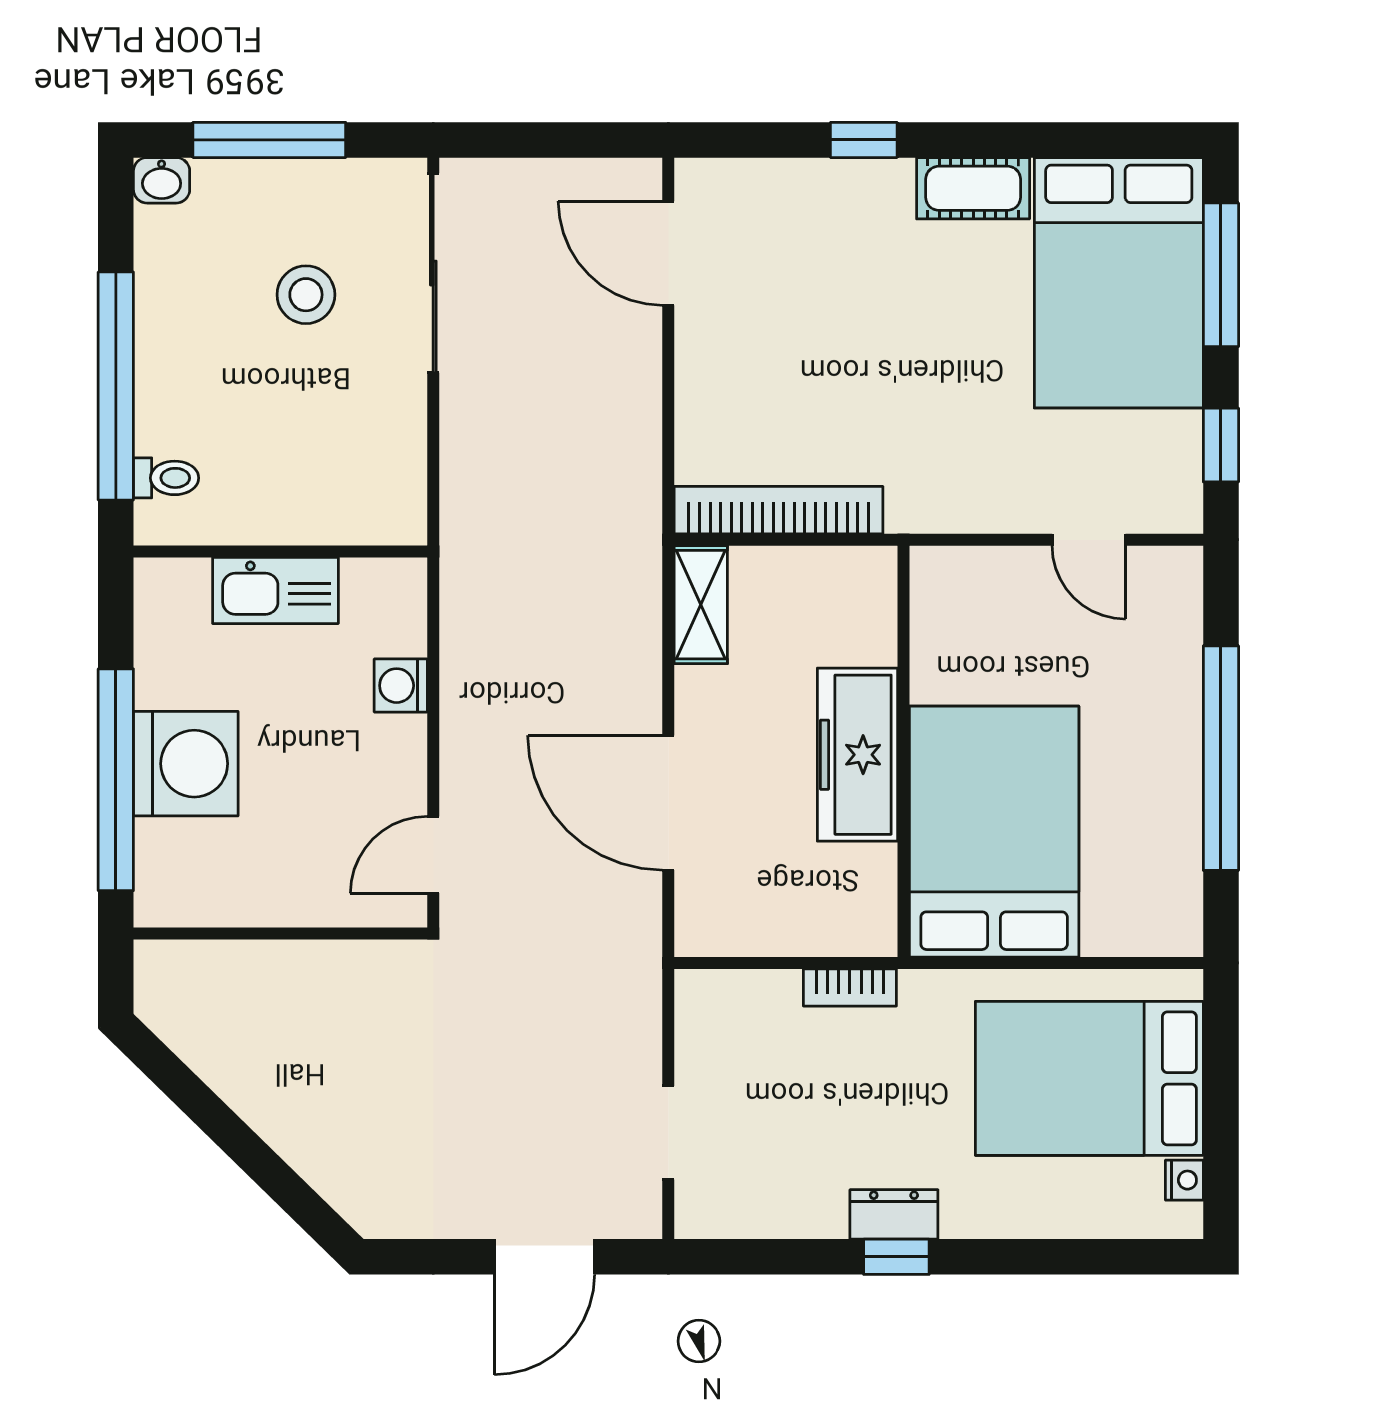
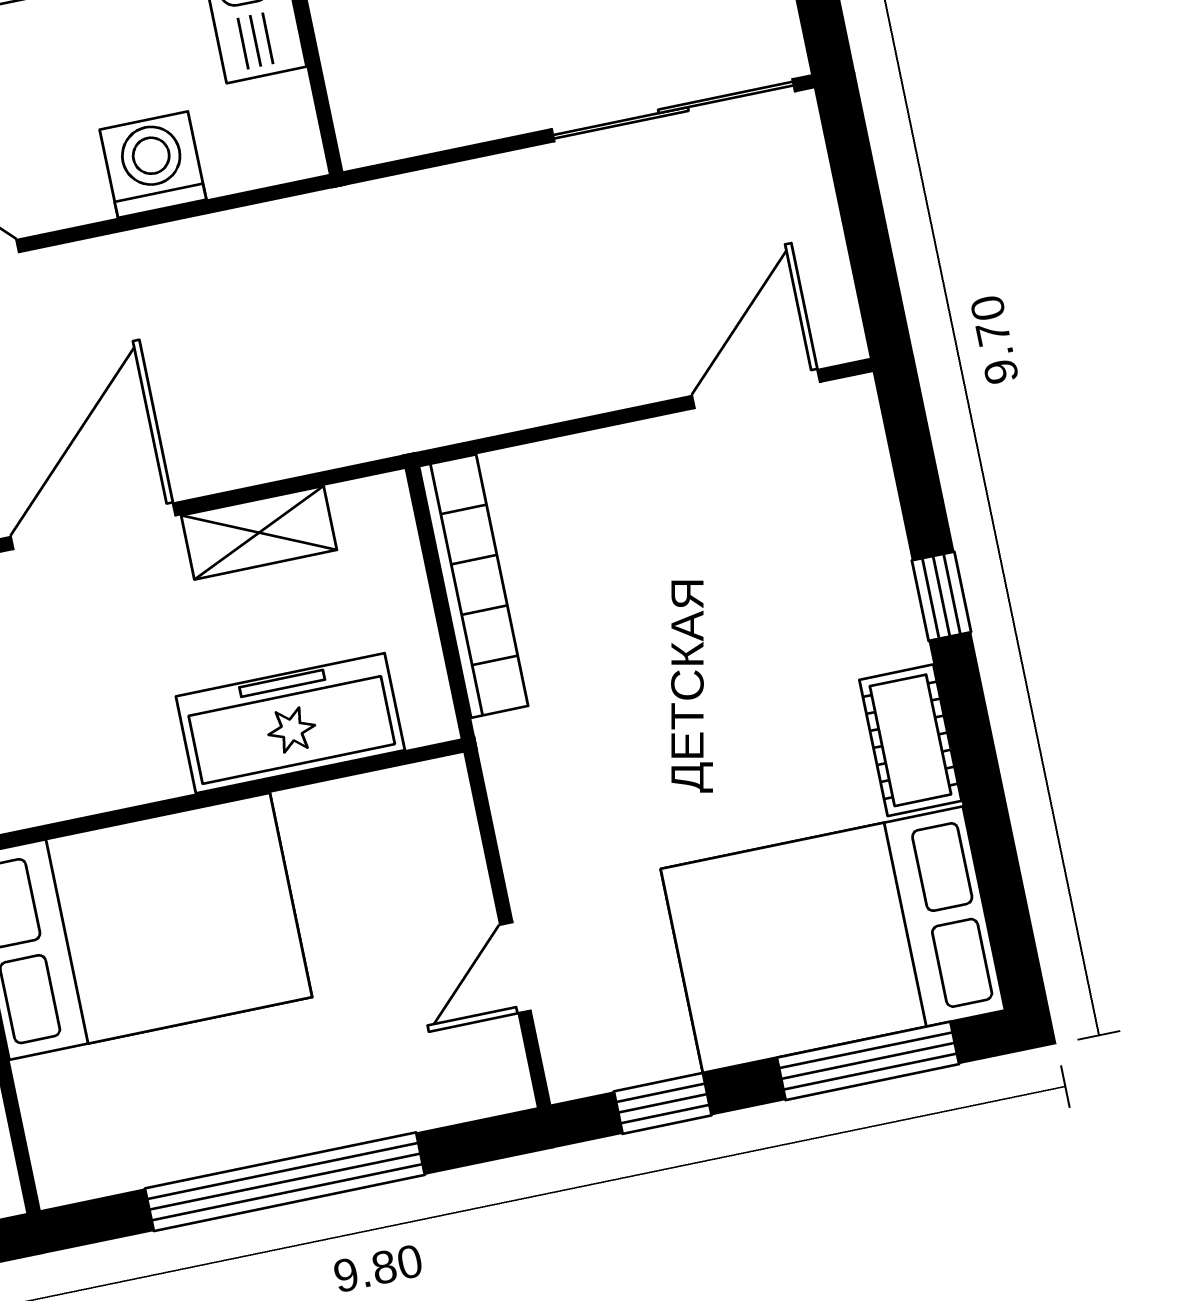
shelving: (701, 605) -> (259, 533), moved
washing machine: (401, 686) -> (153, 165), width x1.38, depth x1.38
freezer: (857, 755) -> (290, 723), moved

